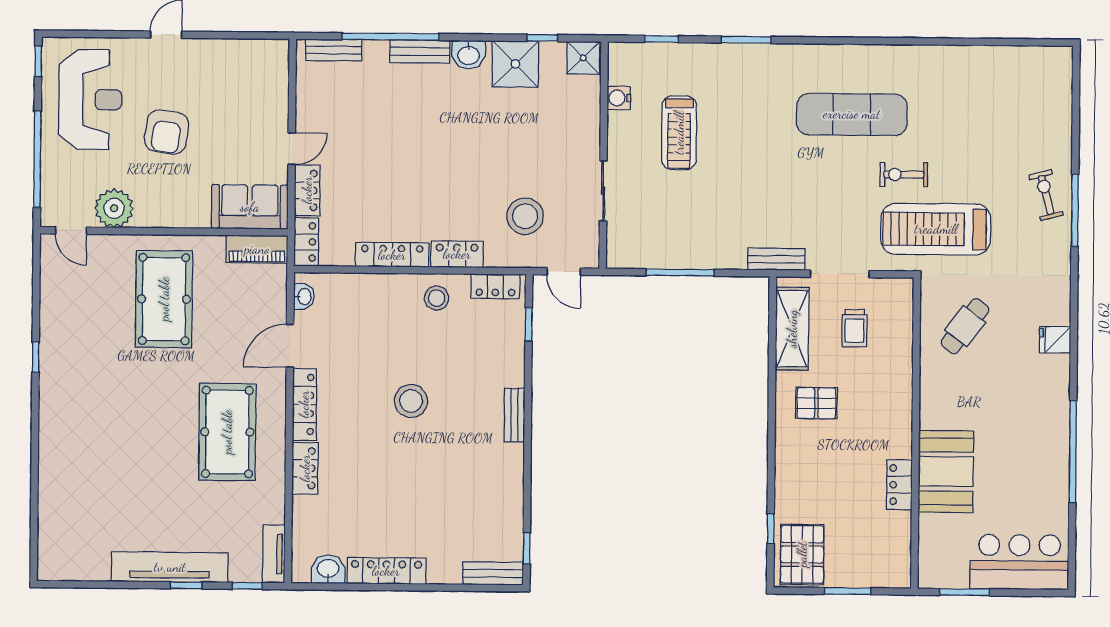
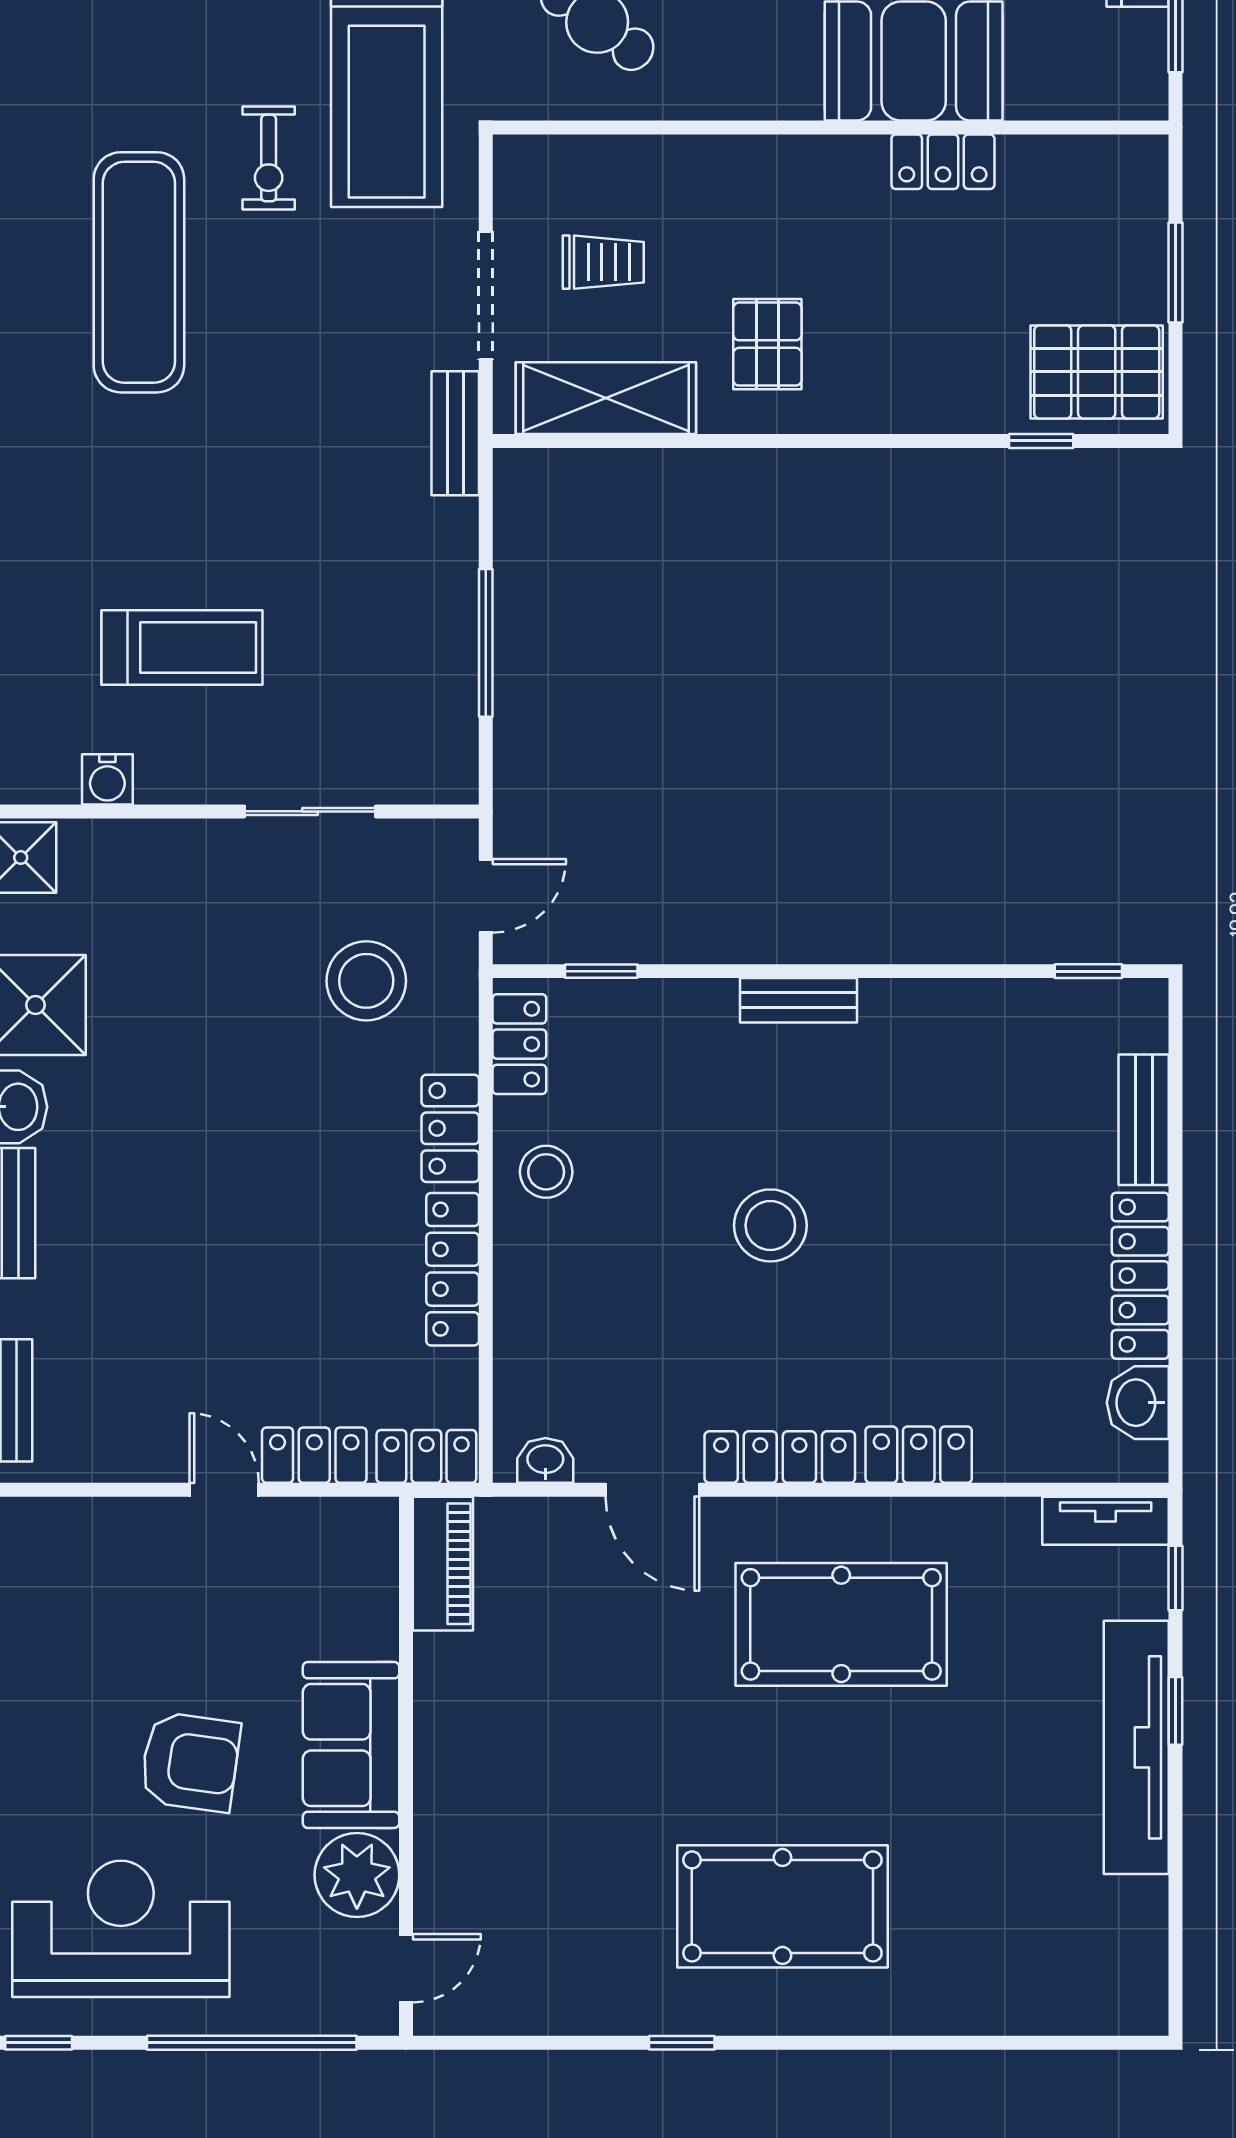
sofa: (250, 207) -> (351, 1745), moved
pool table: (164, 299) -> (782, 1906), moved
bench: (493, 573) -> (1144, 1120), moved

